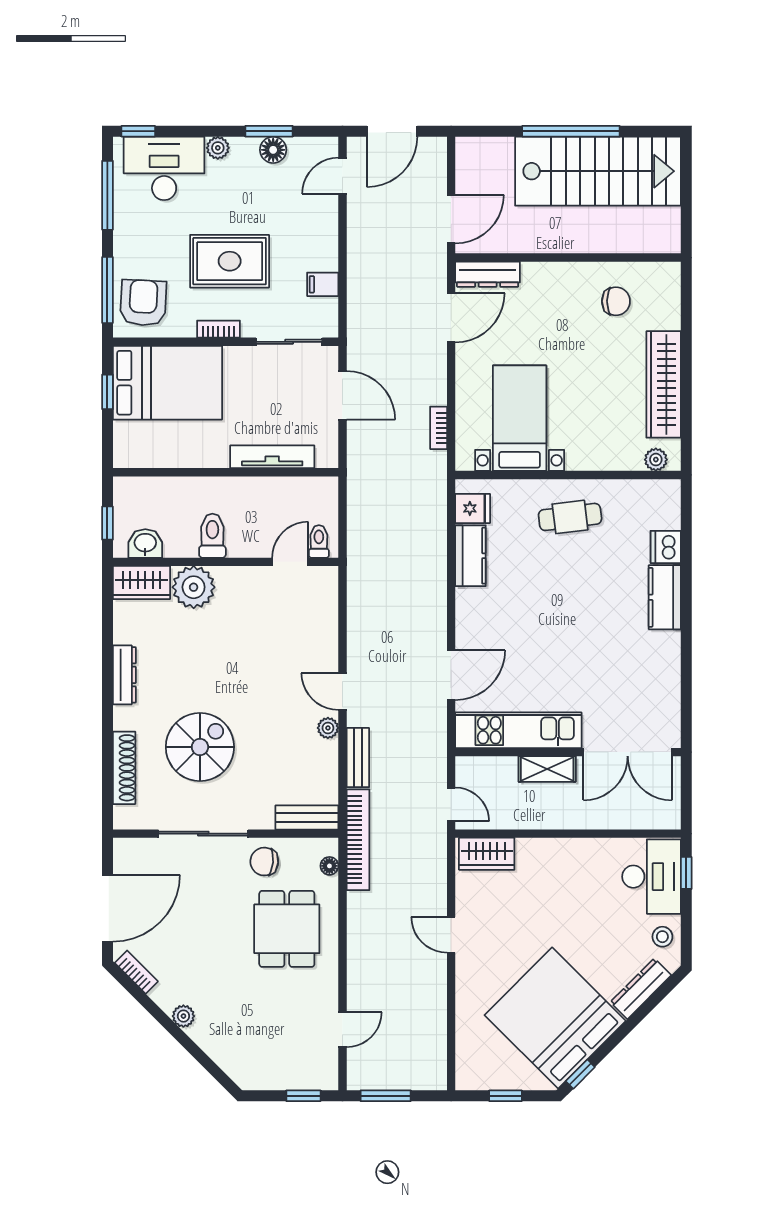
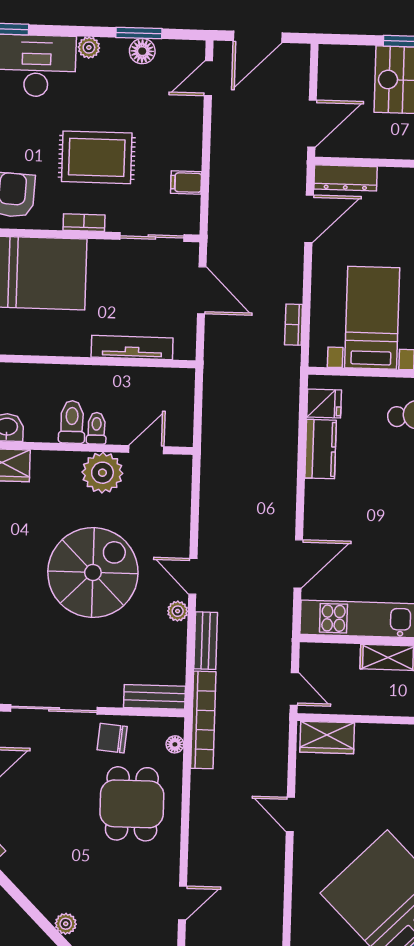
toilet: (319, 541) -> (96, 428), moved
plant: (194, 587) -> (102, 473), moved
spiral stairs: (200, 747) -> (93, 572), moved, width x1.37, depth x1.37
plant: (183, 1016) -> (66, 924), moved

